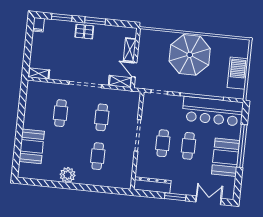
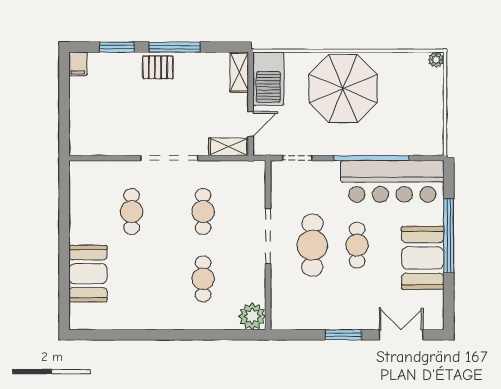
window: (95, 21) -> (175, 47), width x1.44
plant: (245, 44) -> (436, 60), added
shelving: (130, 50) -> (239, 72), moved
door: (134, 70) -> (251, 124), swing flipped
barbecue: (238, 73) -> (268, 79), moved, turned 180
shelving: (39, 74) -> (87, 147), removed
cafe table: (163, 143) -> (312, 245), width x1.37, depth x1.35
plant: (68, 175) -> (252, 316), moved
dresser: (152, 185) -> (302, 319), removed

